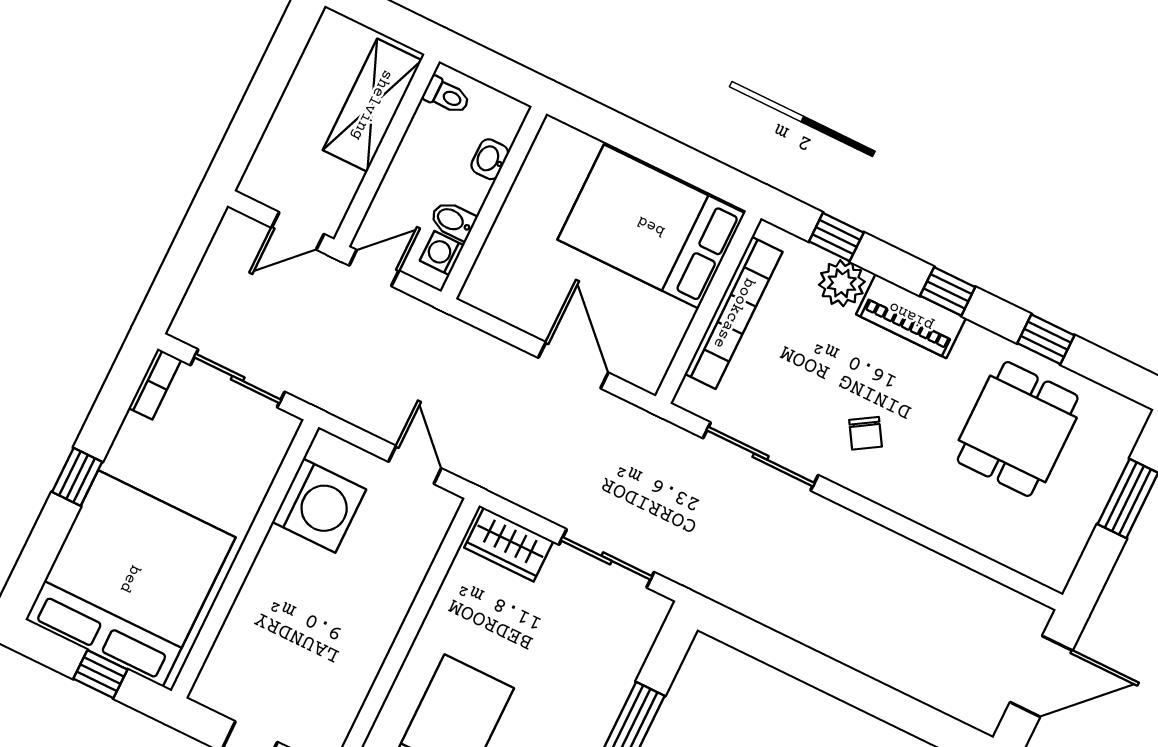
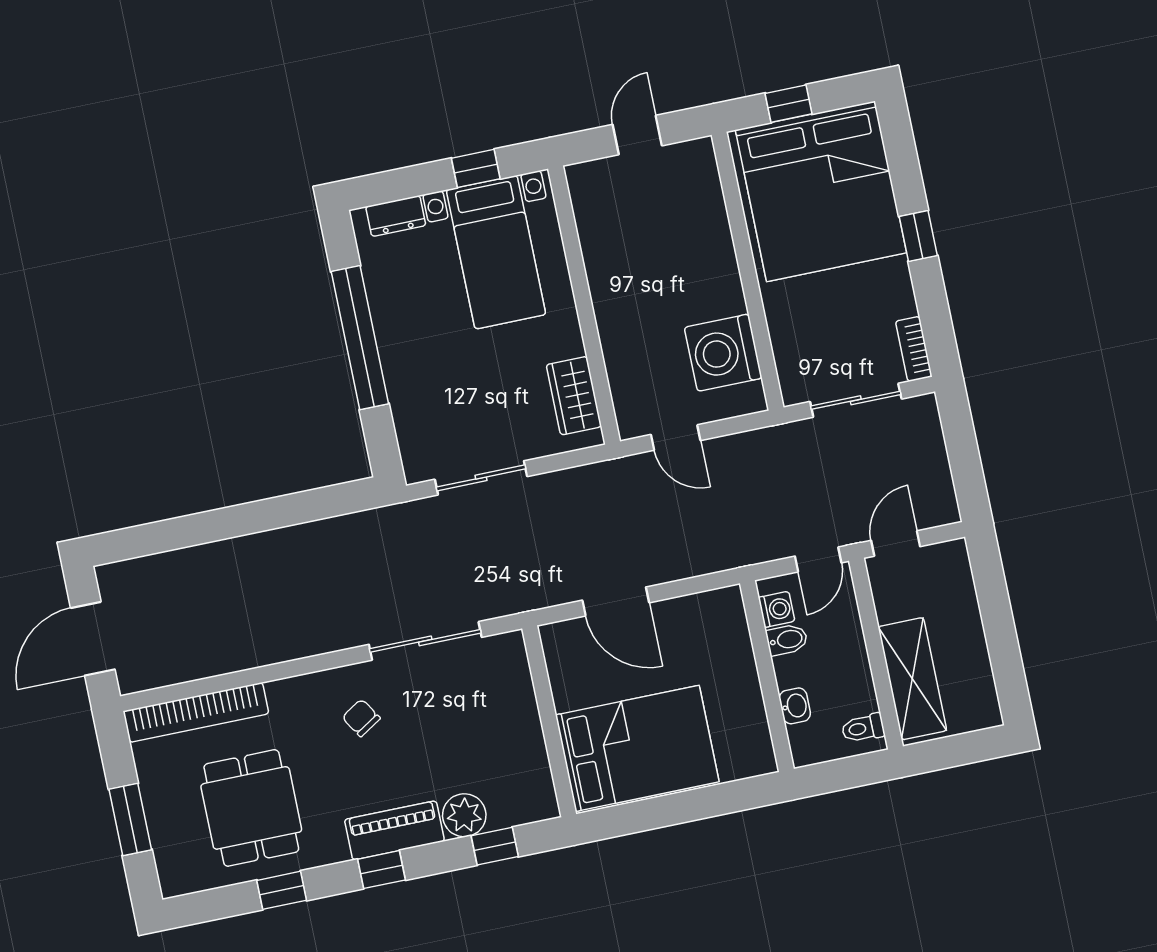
bookcase: (734, 313) -> (196, 712), moved, turned -90
wardrobe: (509, 545) -> (574, 396), moved, turned -90

